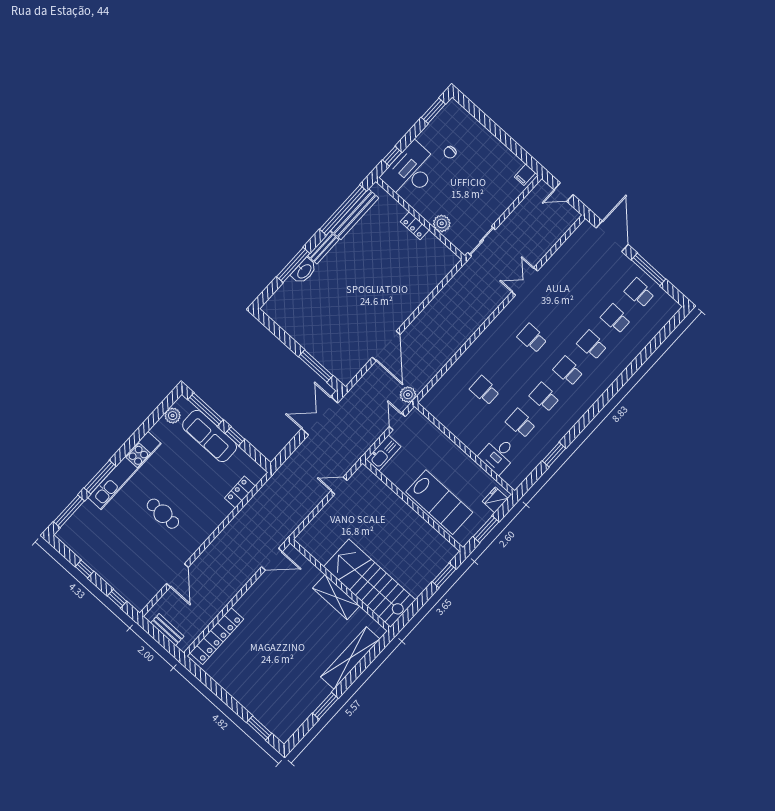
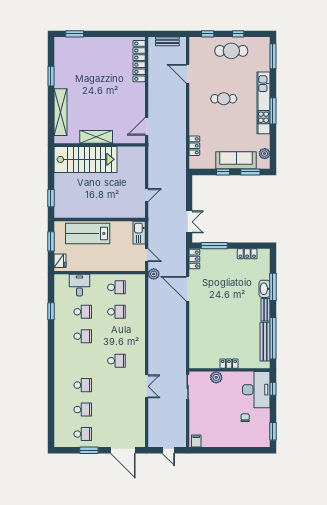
door: (564, 192) -> (168, 450), swing flipped
window: (649, 269) -> (89, 450), width x0.69
locker: (289, 325) -> (247, 254), added
locker: (350, 371) -> (194, 259), added
school desk: (568, 371) -> (116, 287), moved
window: (206, 410) -> (250, 172), width x0.69
double door: (320, 416) -> (189, 222), width x0.73
window: (100, 477) -> (273, 111), moved
cafe table: (108, 557) -> (231, 51), added

